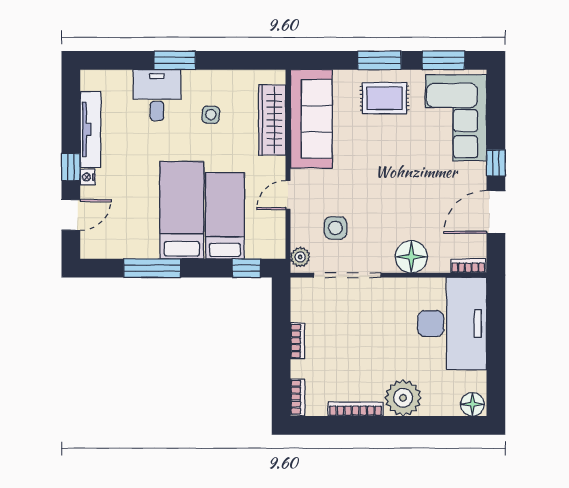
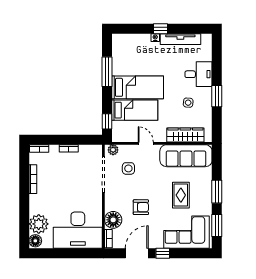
window: (175, 60) -> (217, 96), moved
rug: (385, 98) -> (181, 195), moved
armchair: (409, 204) -> (141, 207), added
door: (496, 212) -> (137, 253), hinge flipped
door: (71, 215) -> (135, 29), removed
floor lamp: (411, 257) -> (113, 220), moved
plant: (403, 398) -> (39, 224), moved

